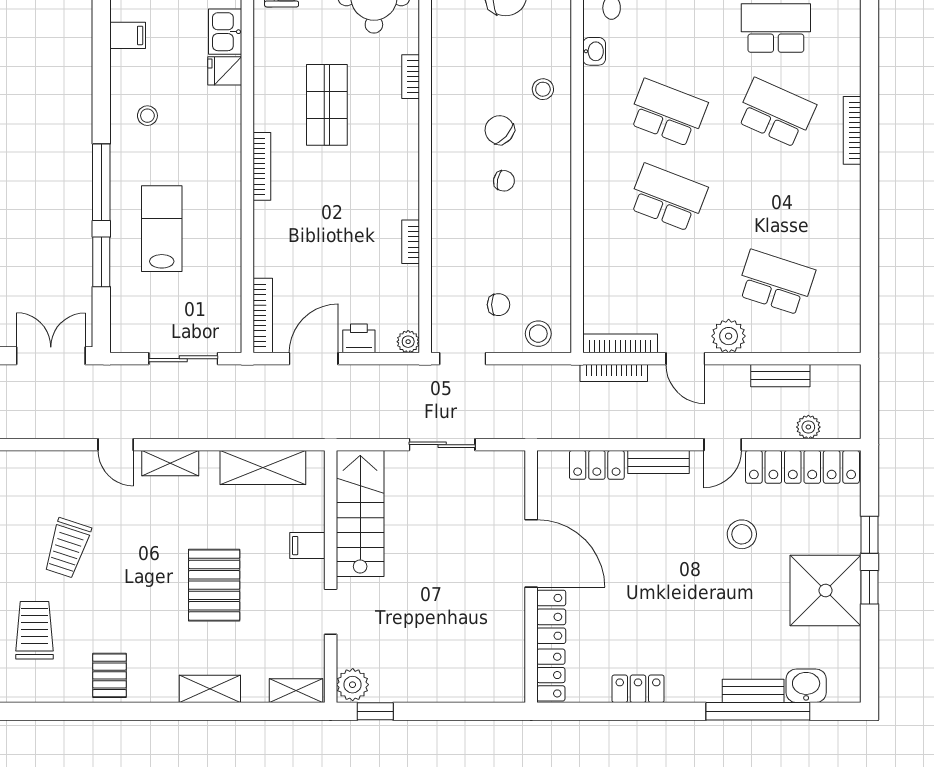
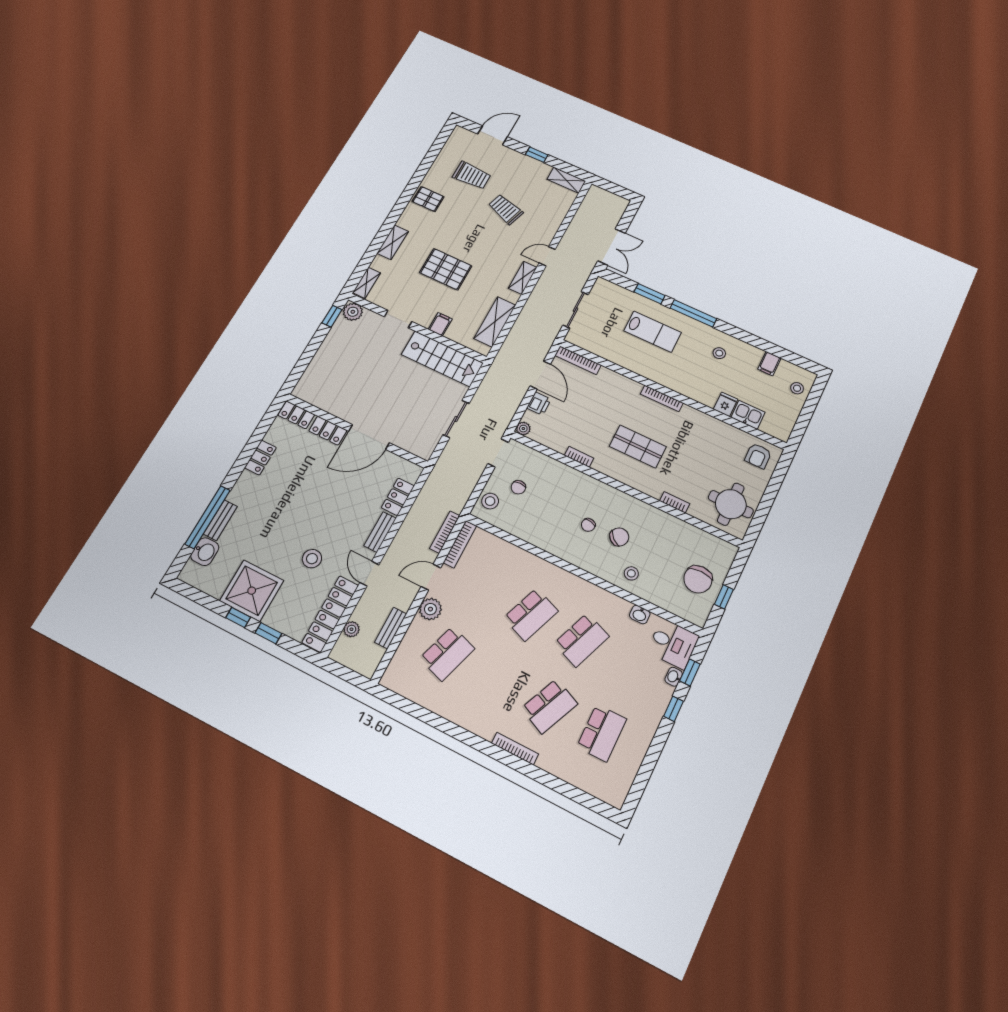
shop shelf: (327, 105) -> (638, 446), moved

